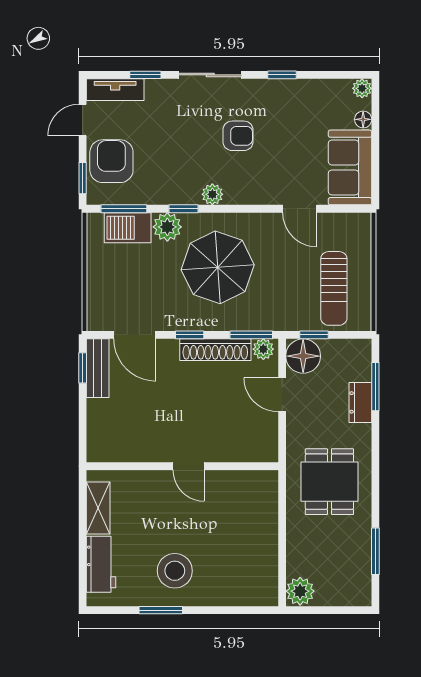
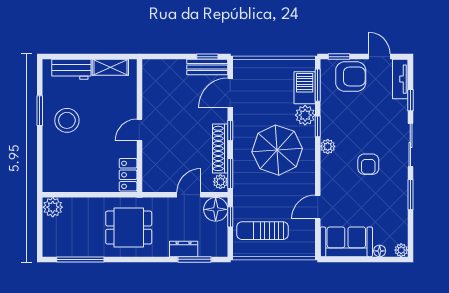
window: (282, 75) -> (410, 195), width x1.50
locker: (253, 483) -> (128, 175), added
window: (375, 551) -> (80, 259), width x1.44

